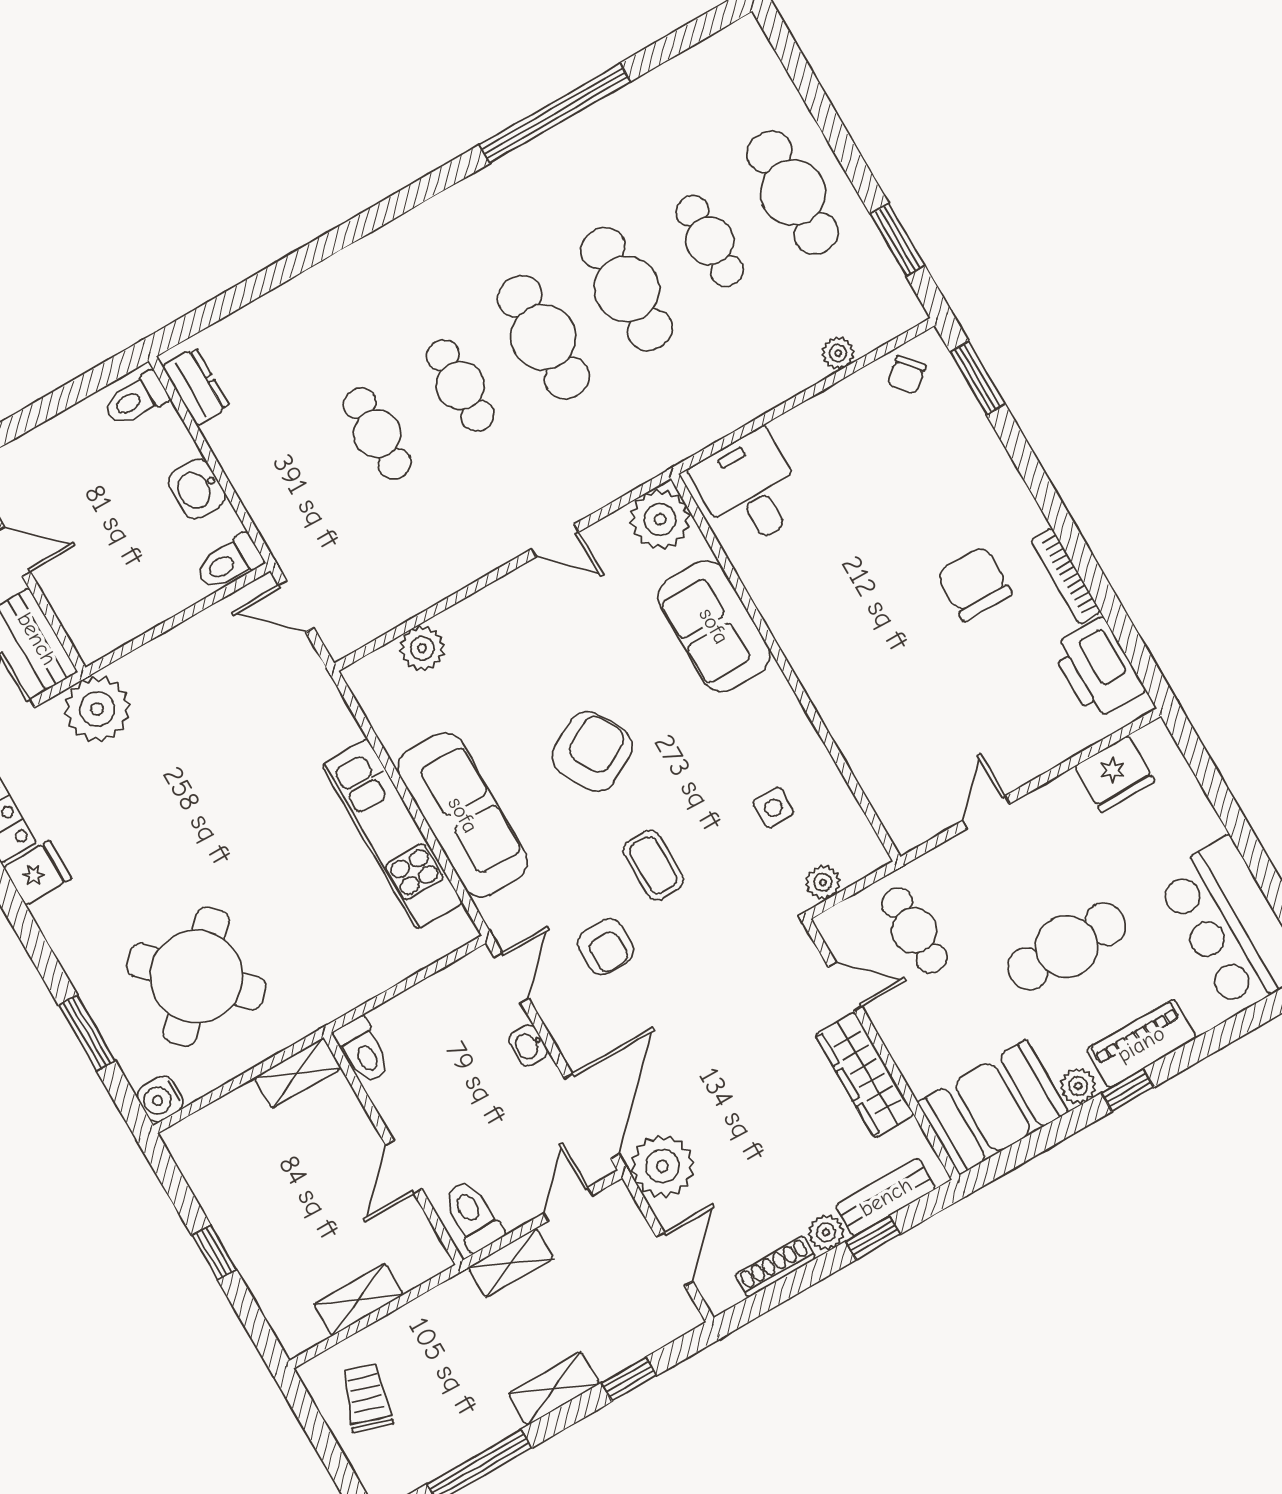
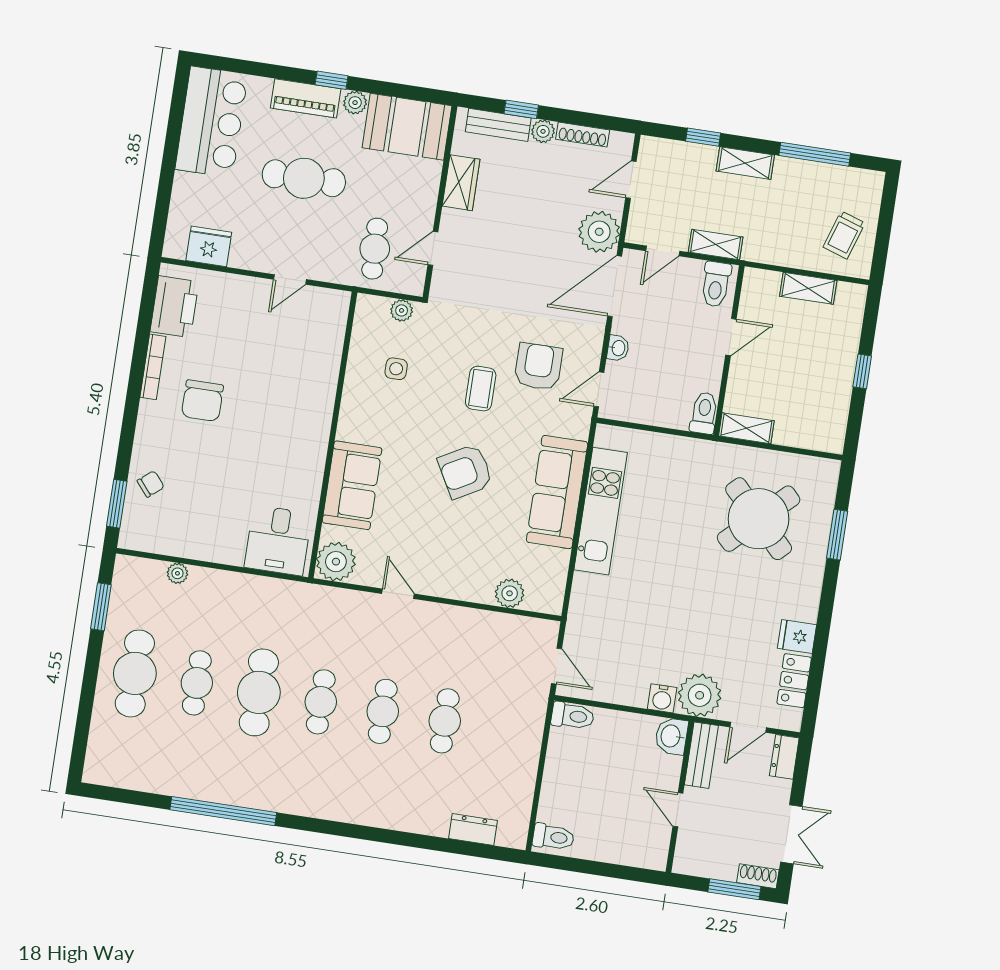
cafe table: (543, 337) -> (321, 702), width x0.73, depth x0.74
chair: (907, 375) -> (151, 484), moved
dresser: (196, 387) -> (473, 829), moved, turned 90
washbasin: (197, 489) -> (671, 736), moved, turned 180
armchair: (606, 947) -> (538, 367), width x1.38, depth x1.38
door: (845, 987) -> (433, 248), hinge flipped
wardrobe: (864, 1075) -> (461, 183), width x0.67
water cooler: (160, 1099) -> (662, 698), moved, turned 90

